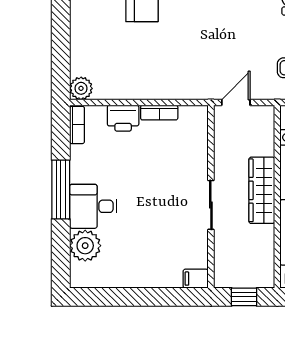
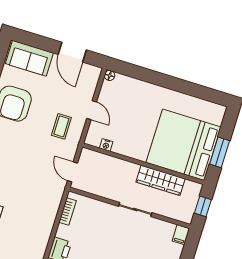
bookcase: (159, 113) -> (68, 211), moved
wardrobe: (262, 190) -> (160, 180), moved

